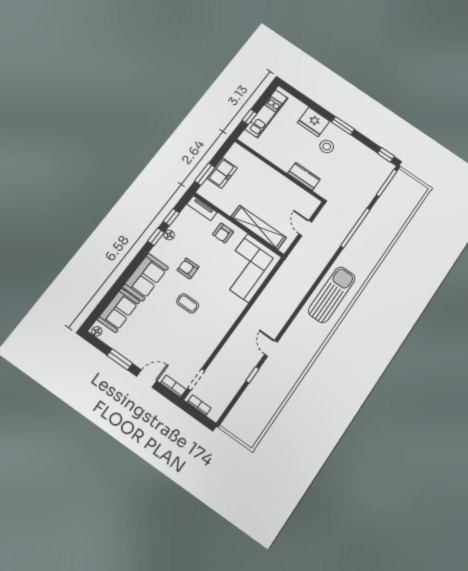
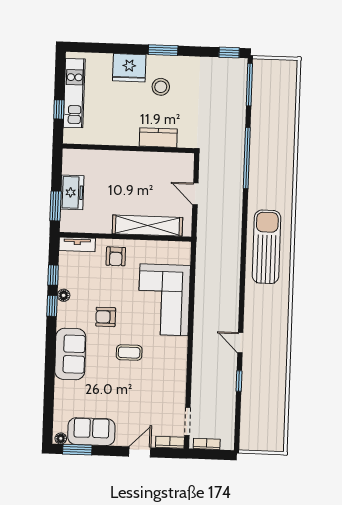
corner sofa: (248, 268) -> (164, 300), moved
sofa: (118, 310) -> (91, 432), moved, turned -90
window: (120, 359) -> (77, 450), moved

